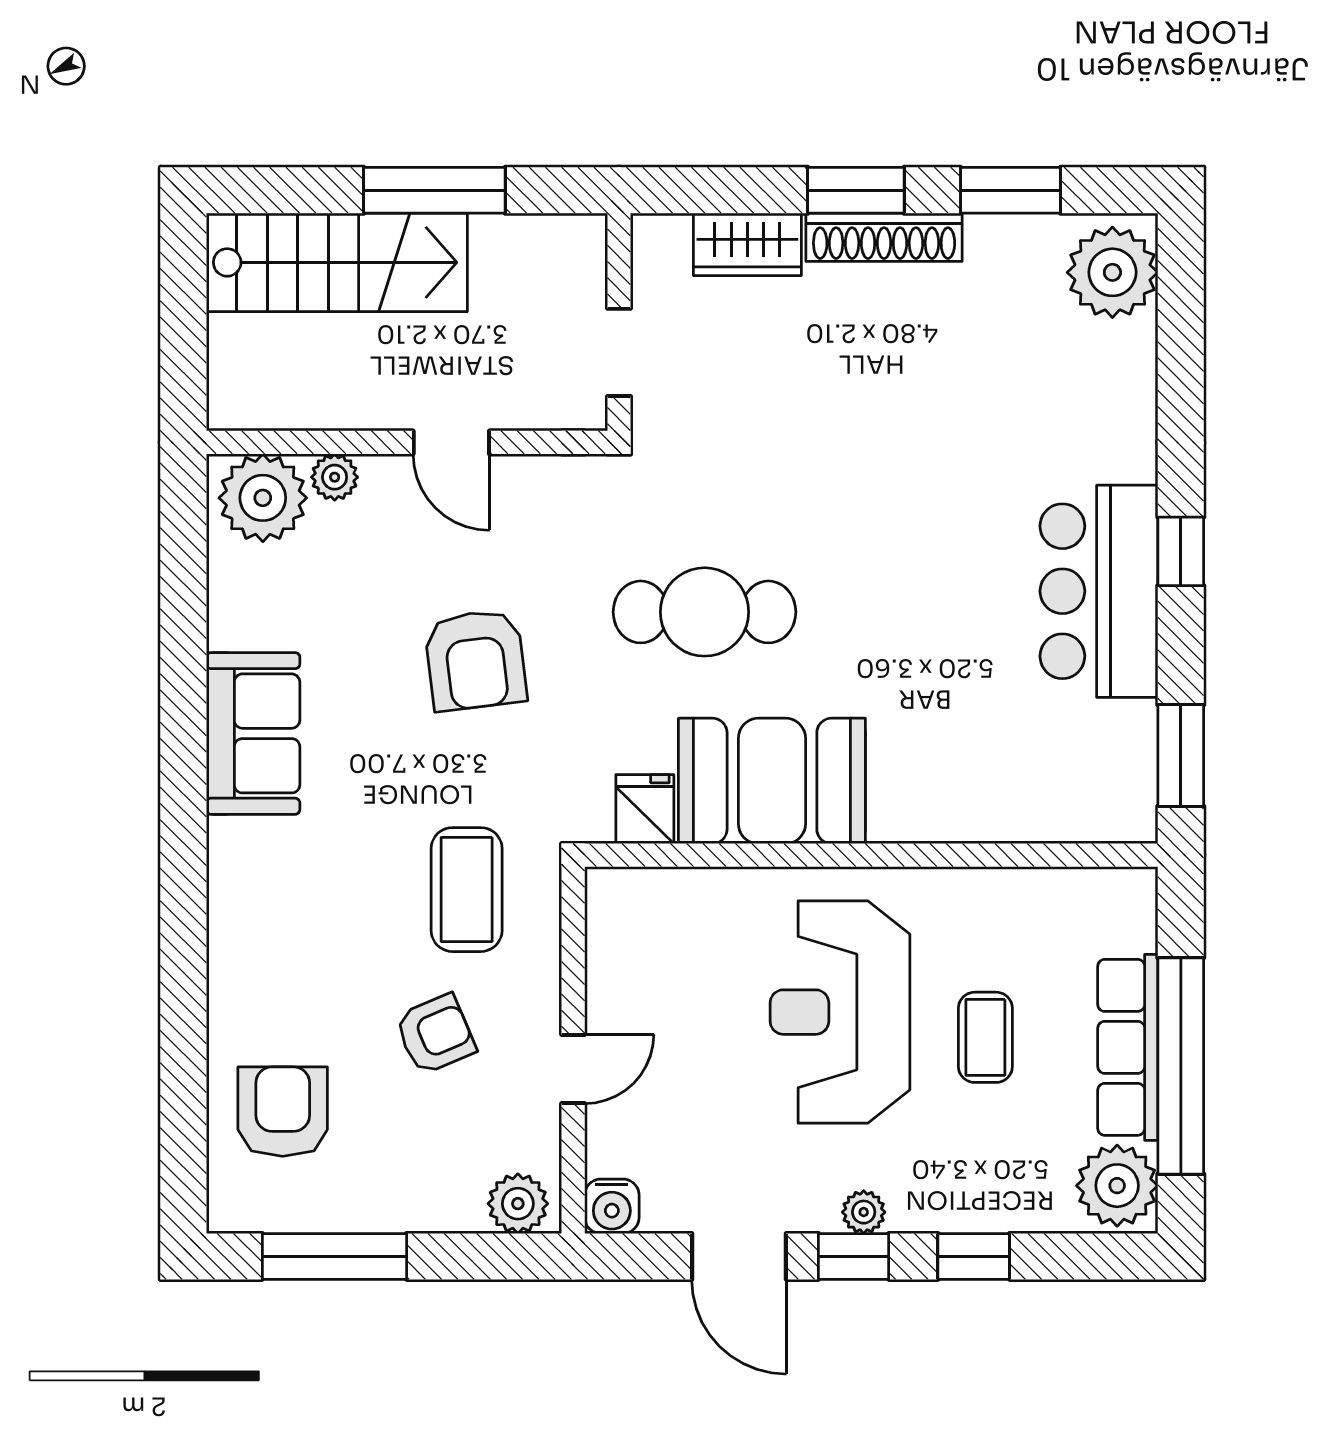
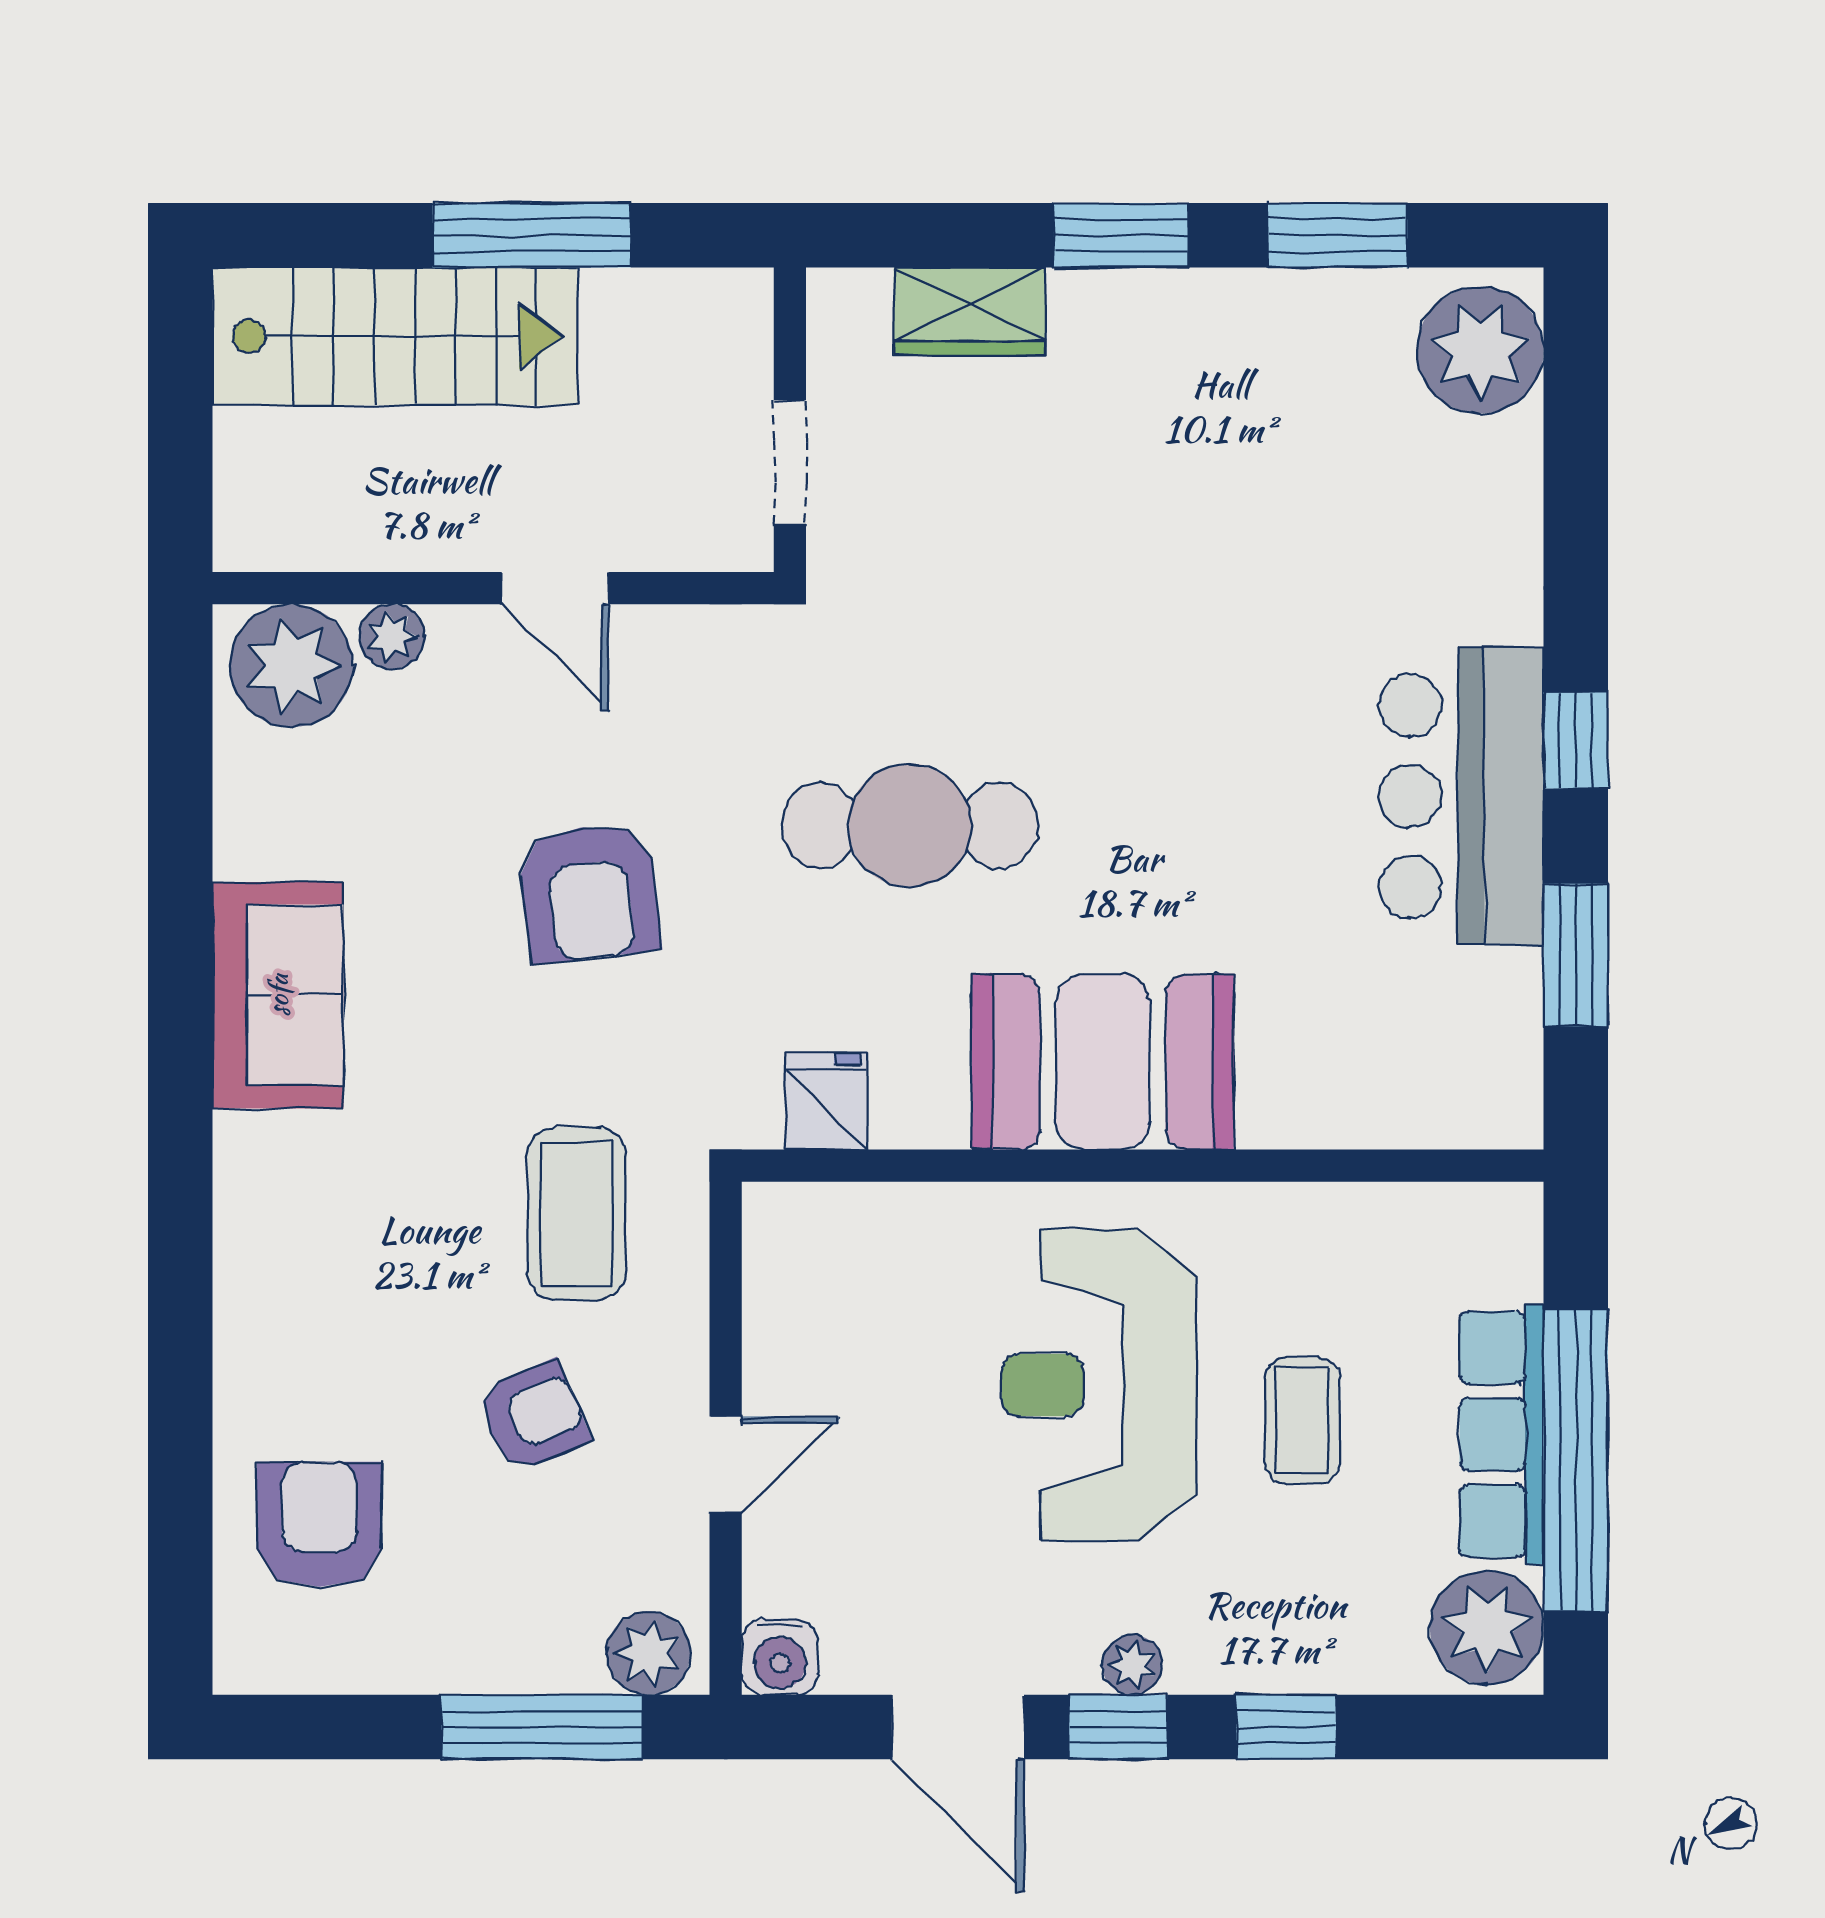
shoe rack: (884, 237) -> (1161, 301), removed
window: (1181, 756) -> (1576, 955), moved
booth: (772, 781) -> (1103, 1062), moved
window: (334, 1256) -> (542, 1727), moved

